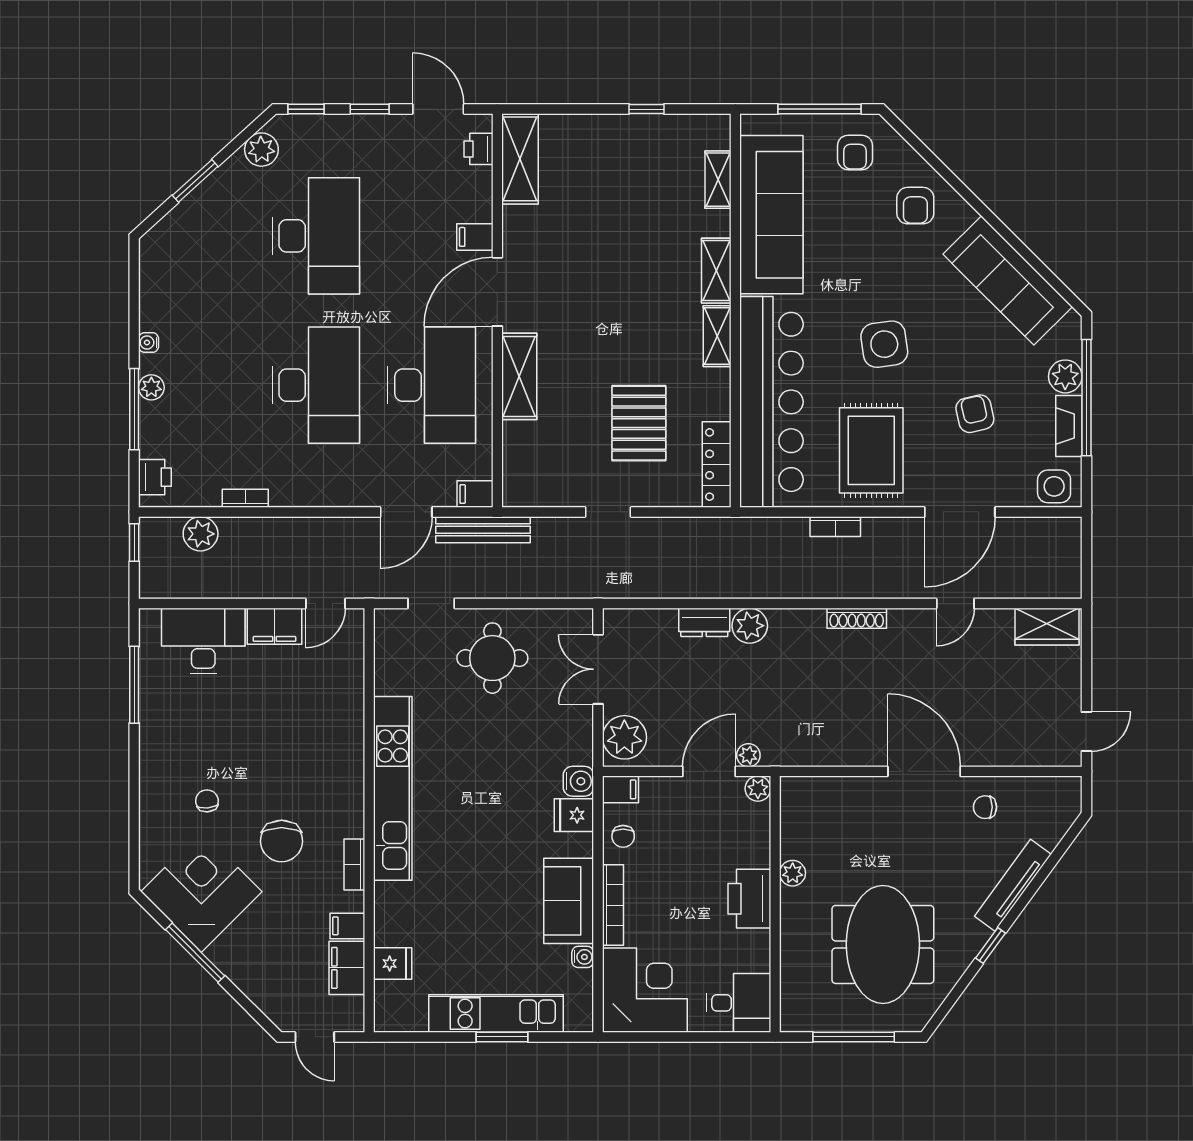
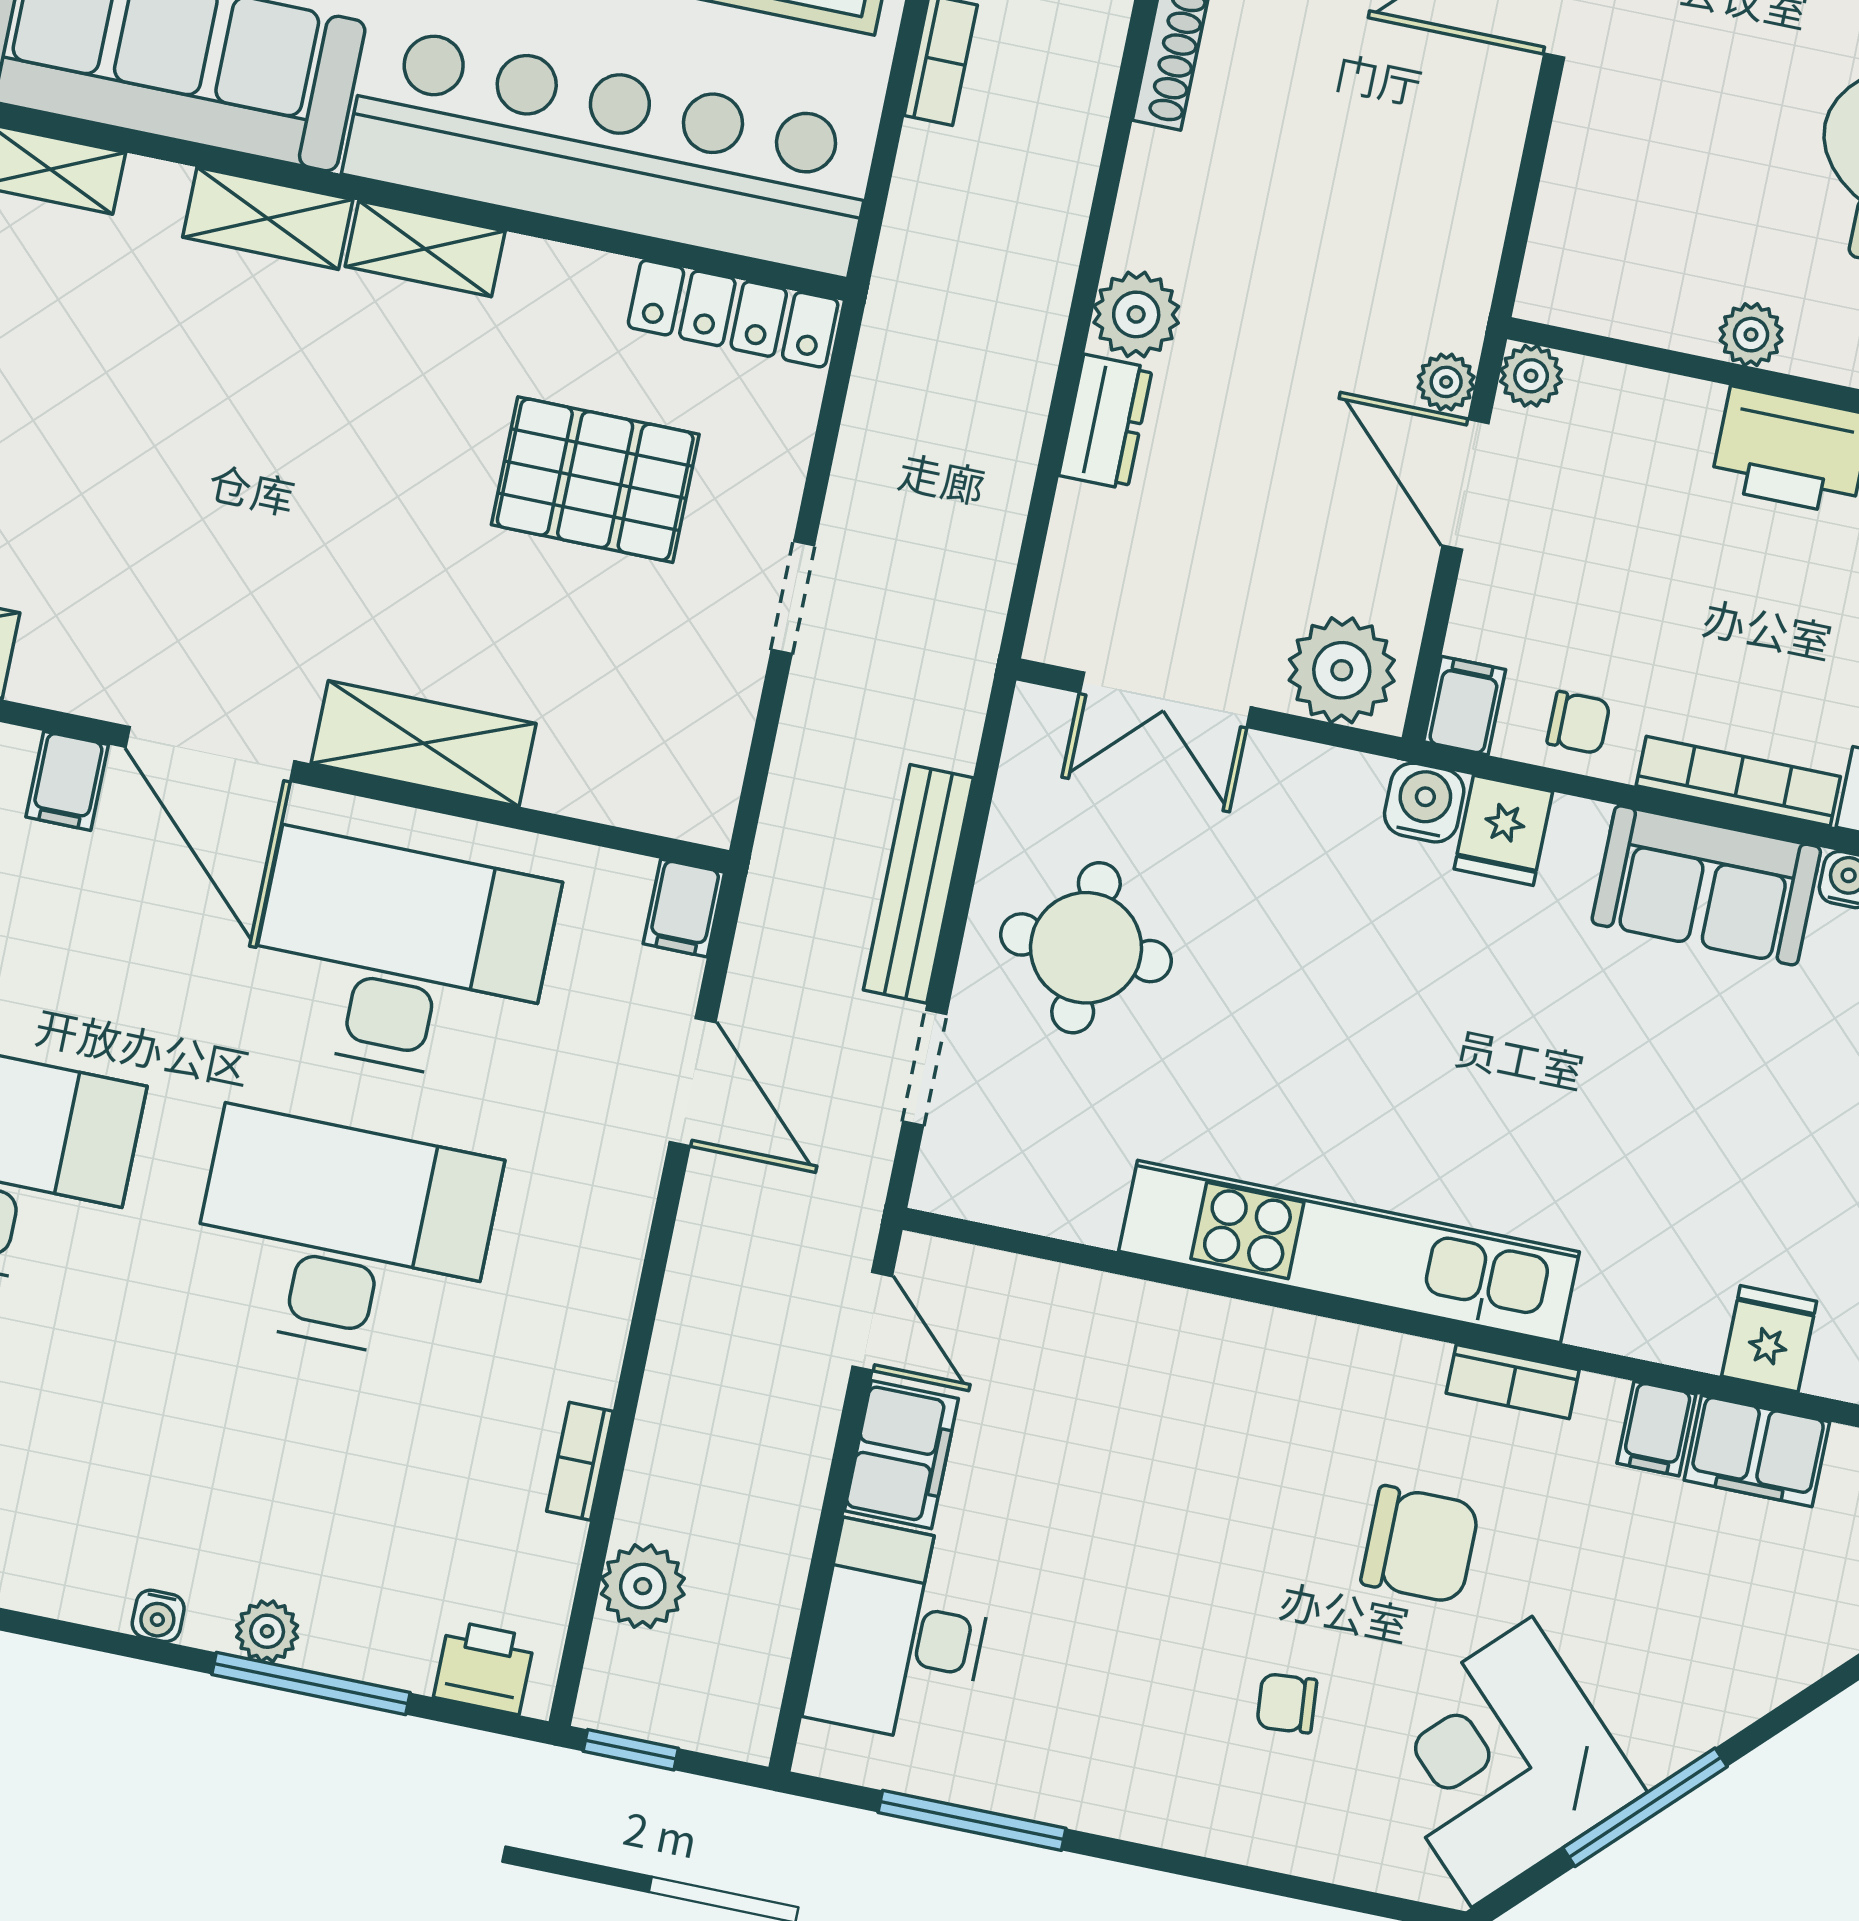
bench: (483, 530) -> (918, 884), moved

